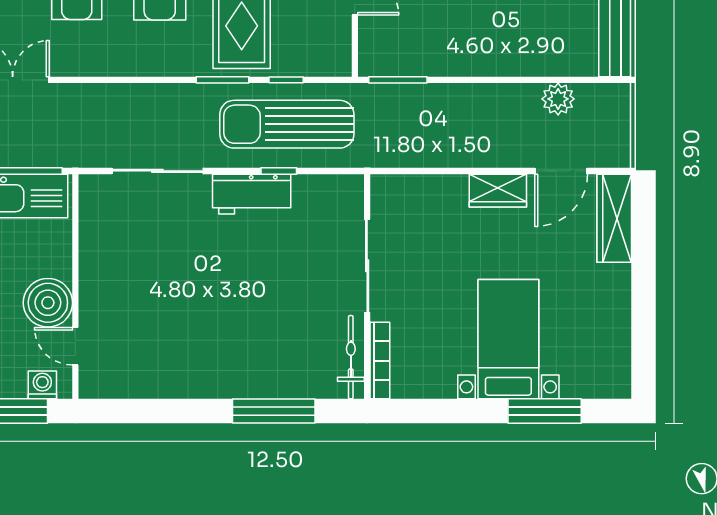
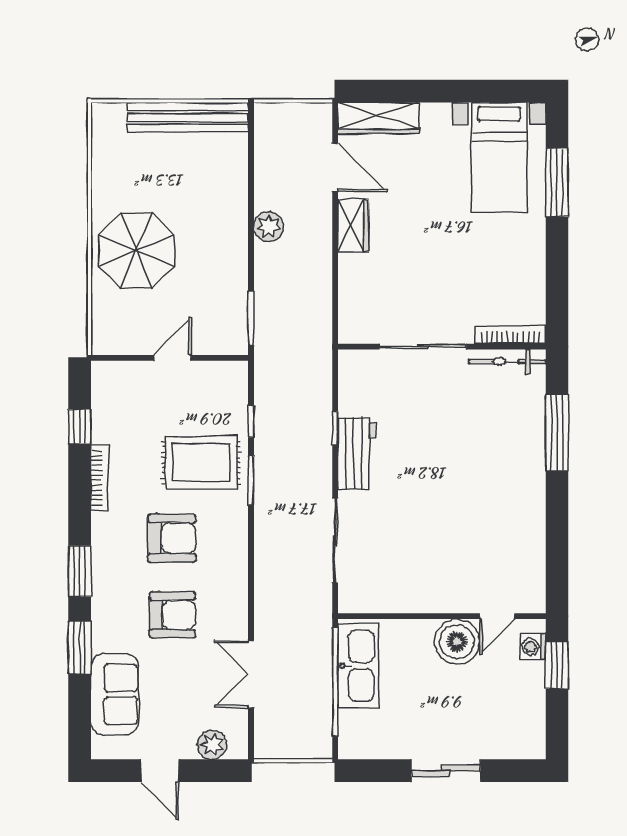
plant: (558, 99) -> (269, 227), moved
sun lounger: (287, 124) -> (292, 421), removed
bed with nightstands: (508, 339) -> (499, 157), moved, turned -90

